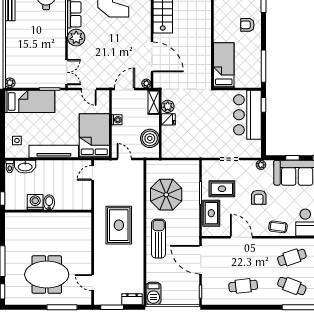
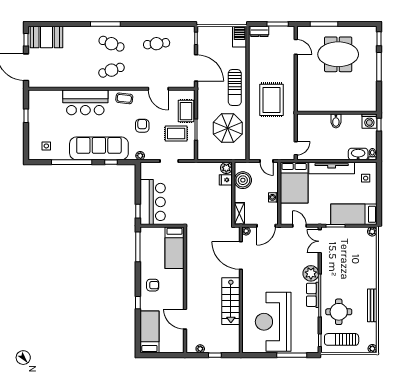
plant: (168, 106) -> (226, 168), moved
fridge: (168, 119) -> (226, 180), moved
washing machine: (35, 202) -> (369, 121), moved

